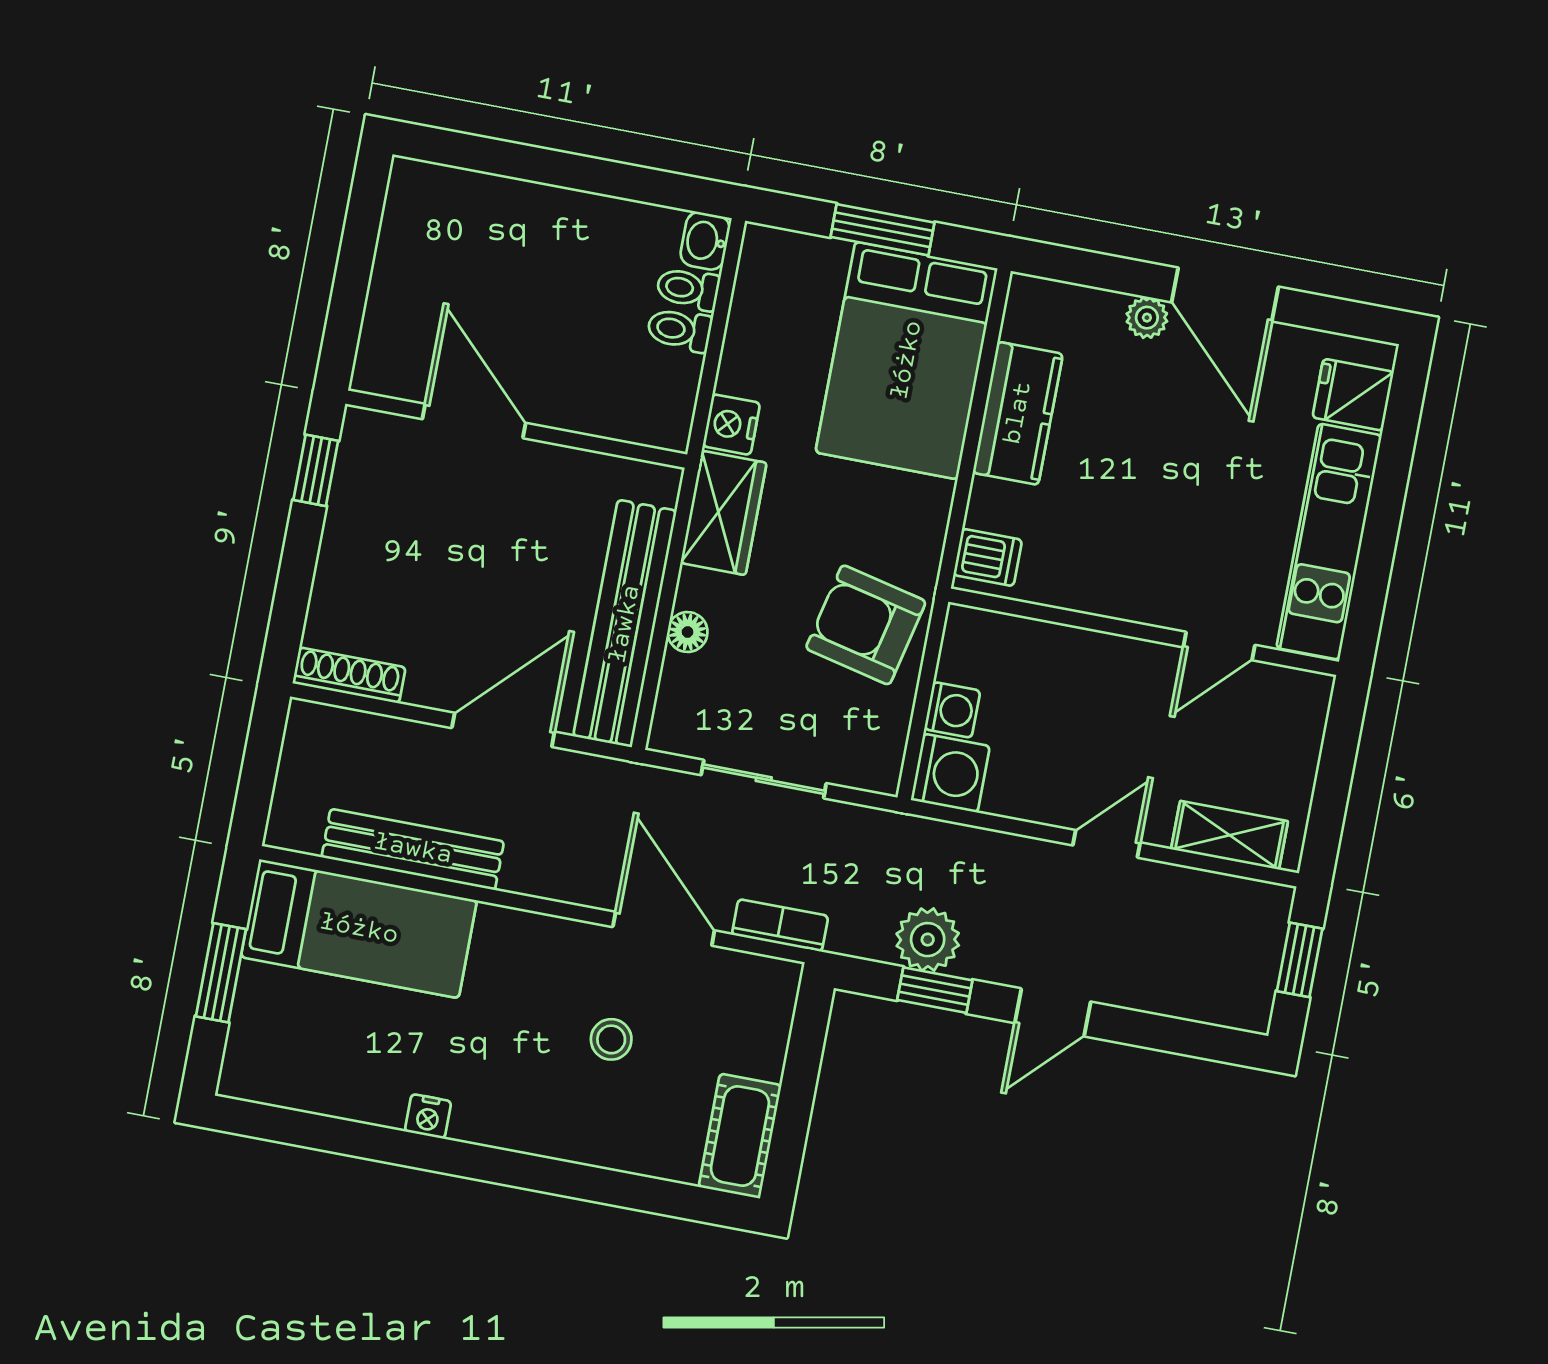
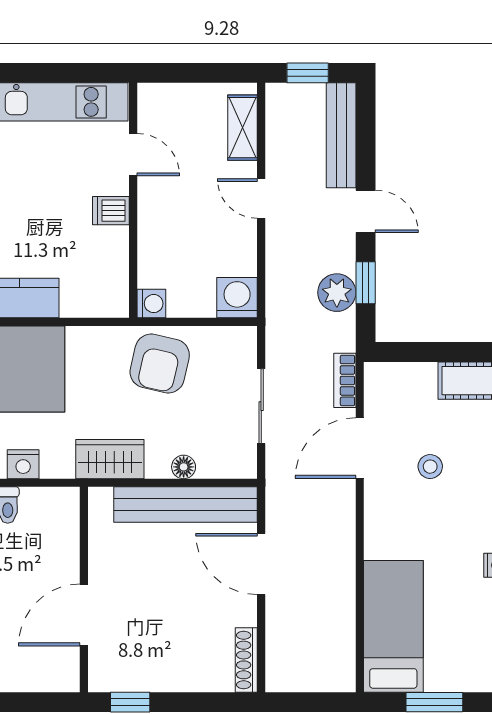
nightstand: (731, 425) -> (23, 464), moved
dishwasher: (988, 557) -> (111, 211), moved, turned -90
washing machine: (952, 710) -> (151, 304), moved, turned 90
bench: (413, 849) -> (341, 135), moved

